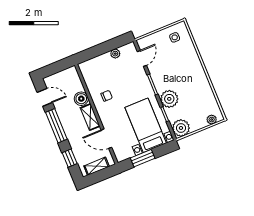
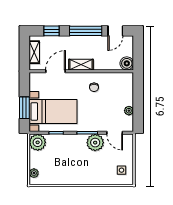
boiler: (81, 99) -> (127, 63), moved
plant: (169, 99) -> (95, 143), moved
window: (143, 158) -> (24, 108), moved

